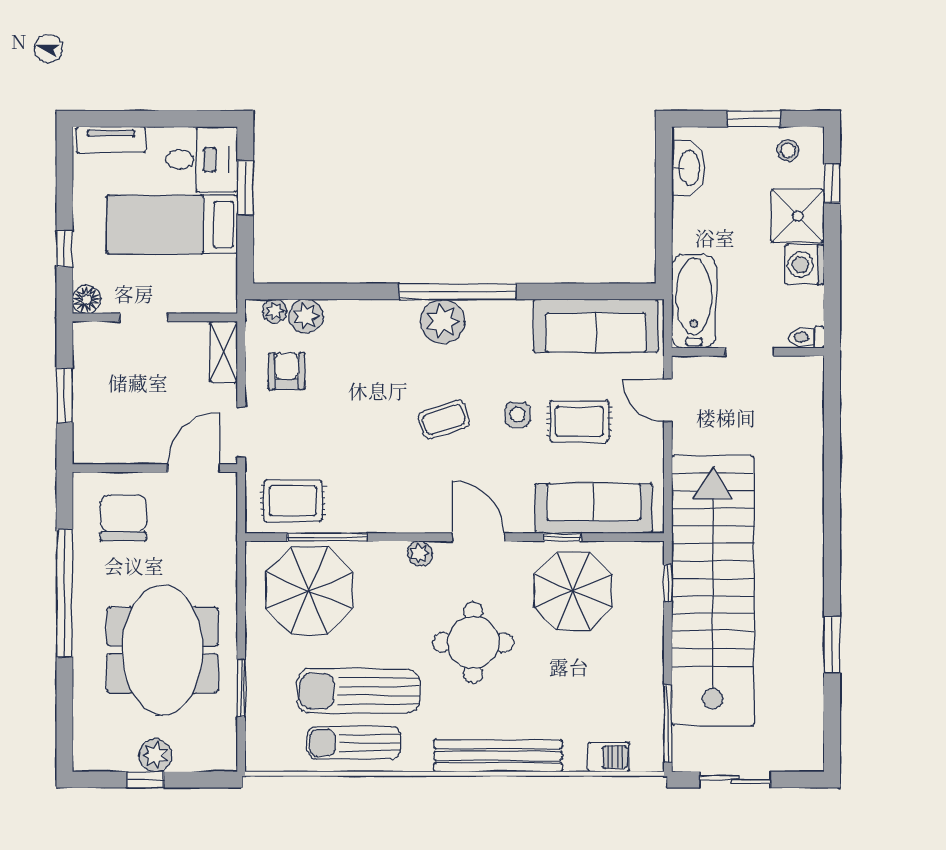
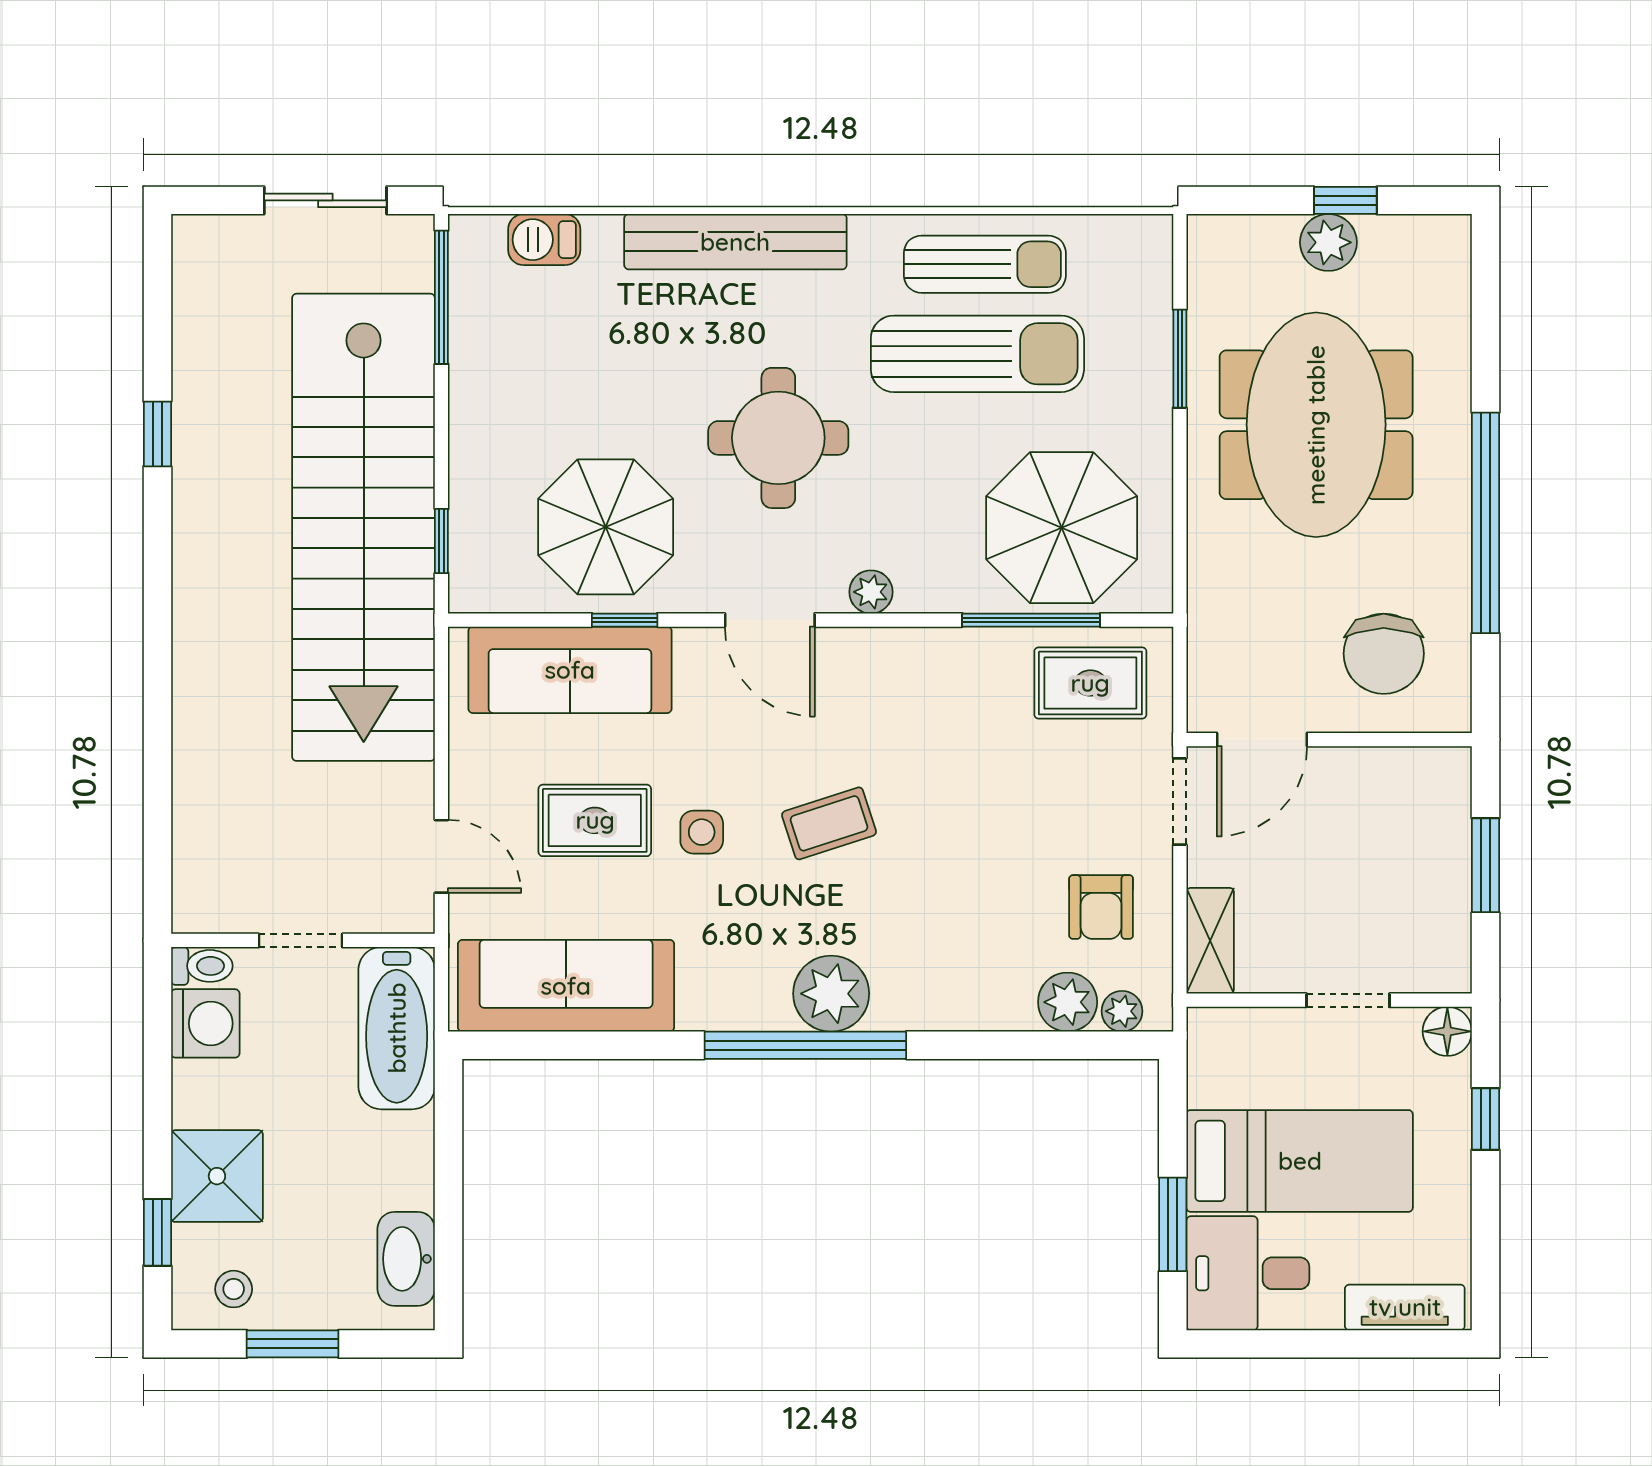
washing machine: (804, 265) -> (205, 1023), moved
window: (832, 645) -> (157, 434), width x0.67

